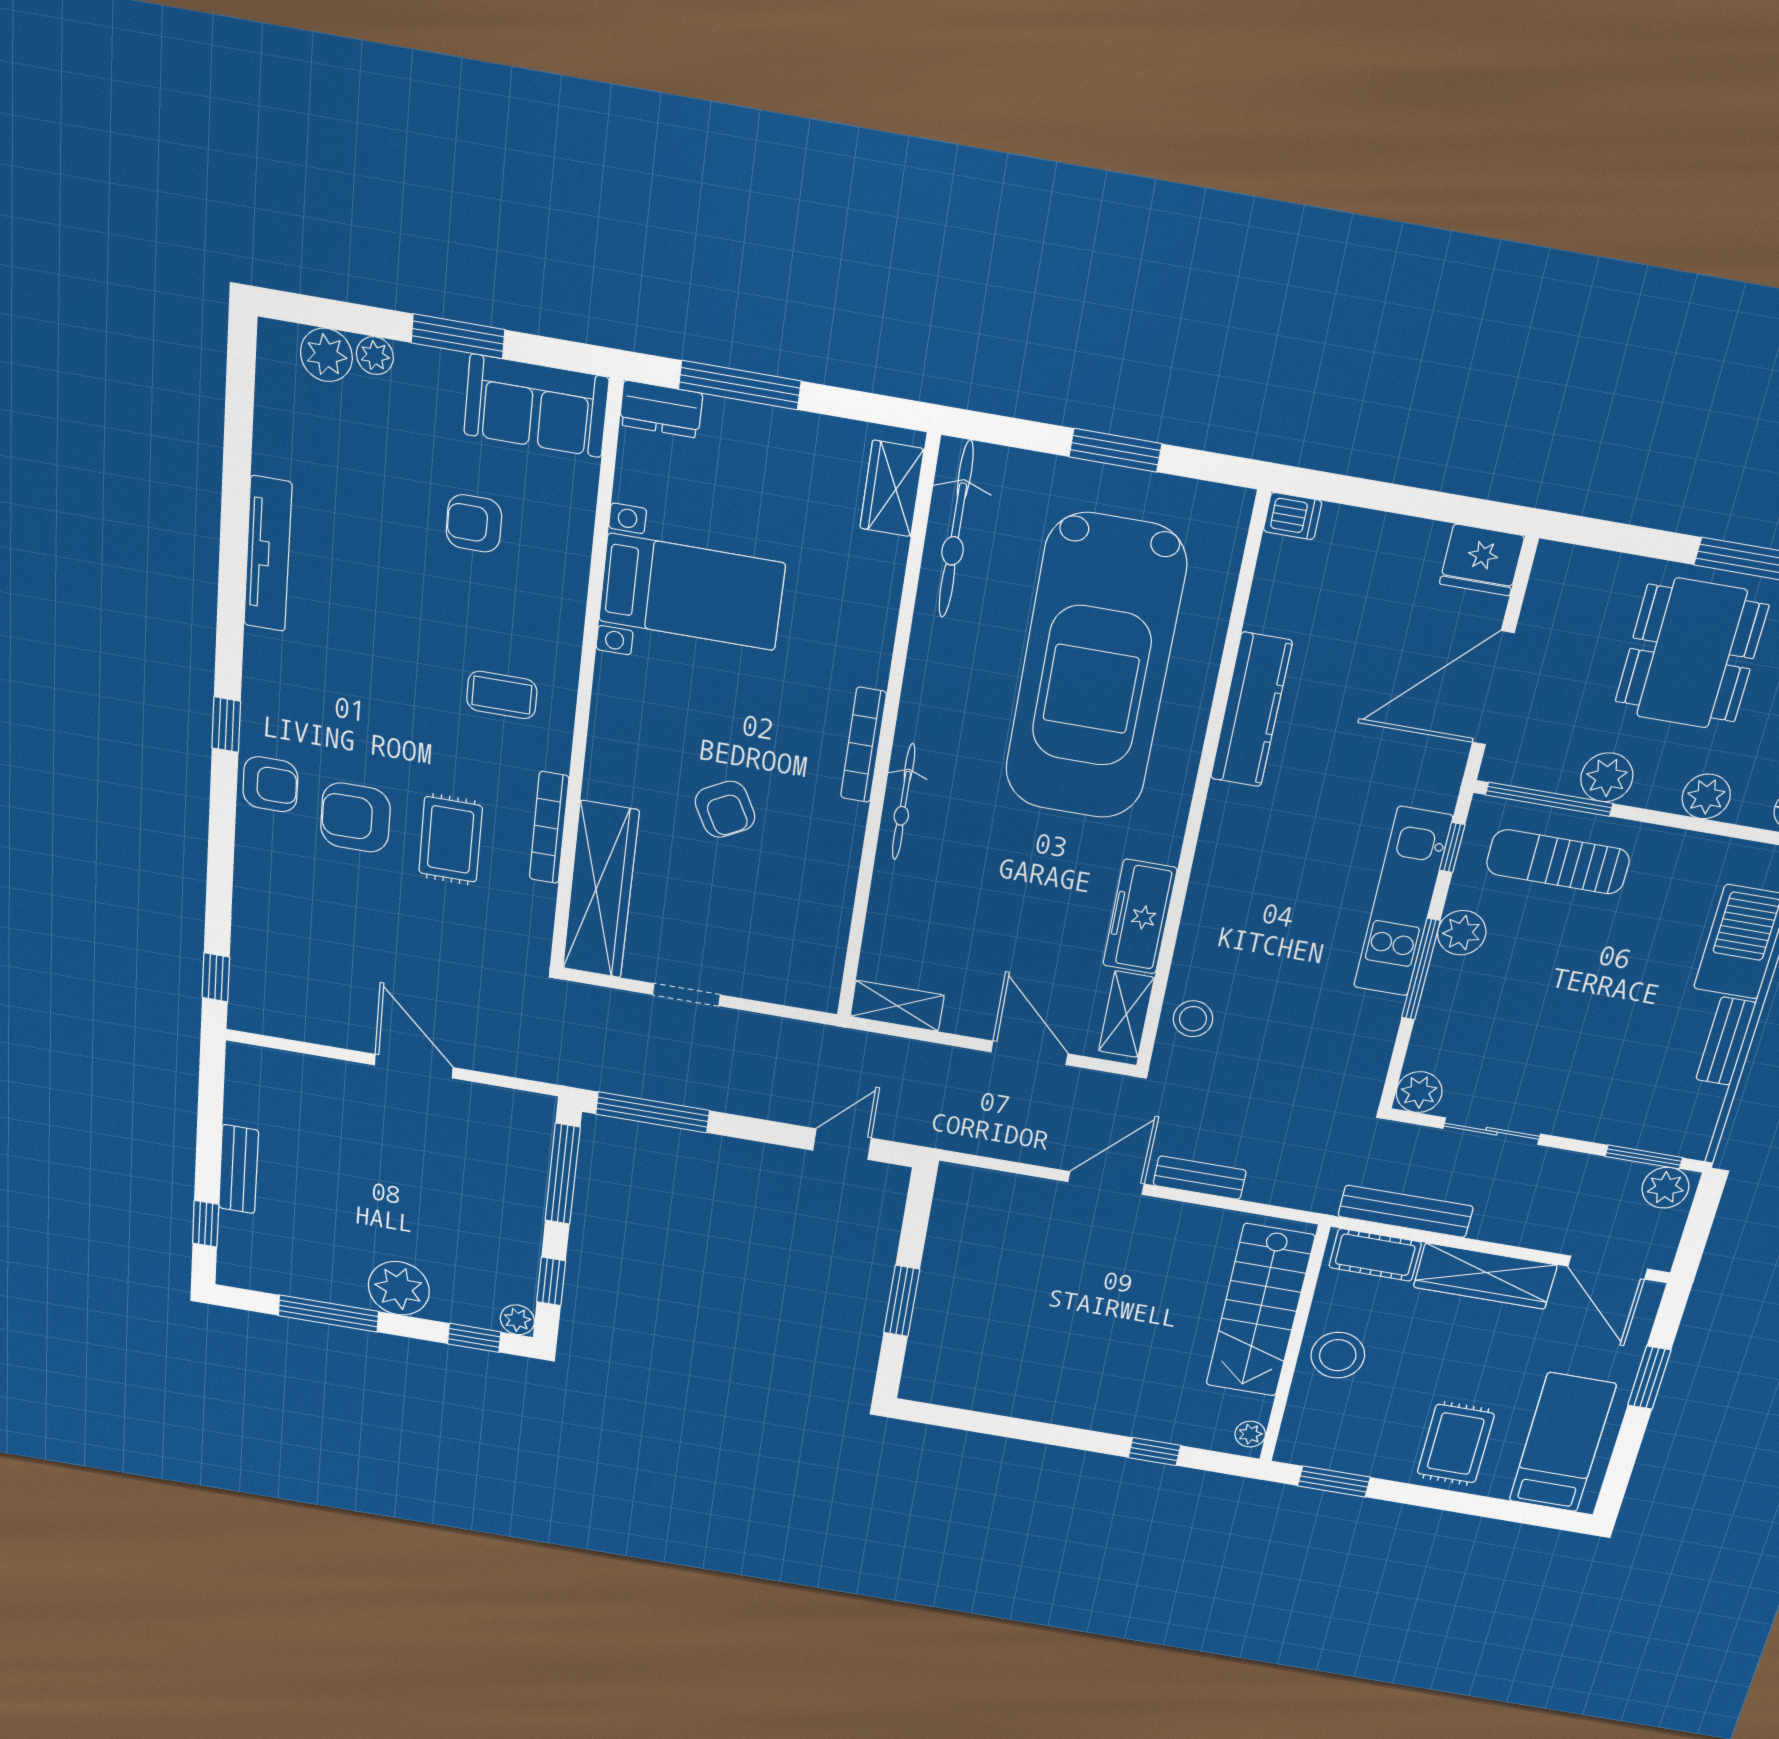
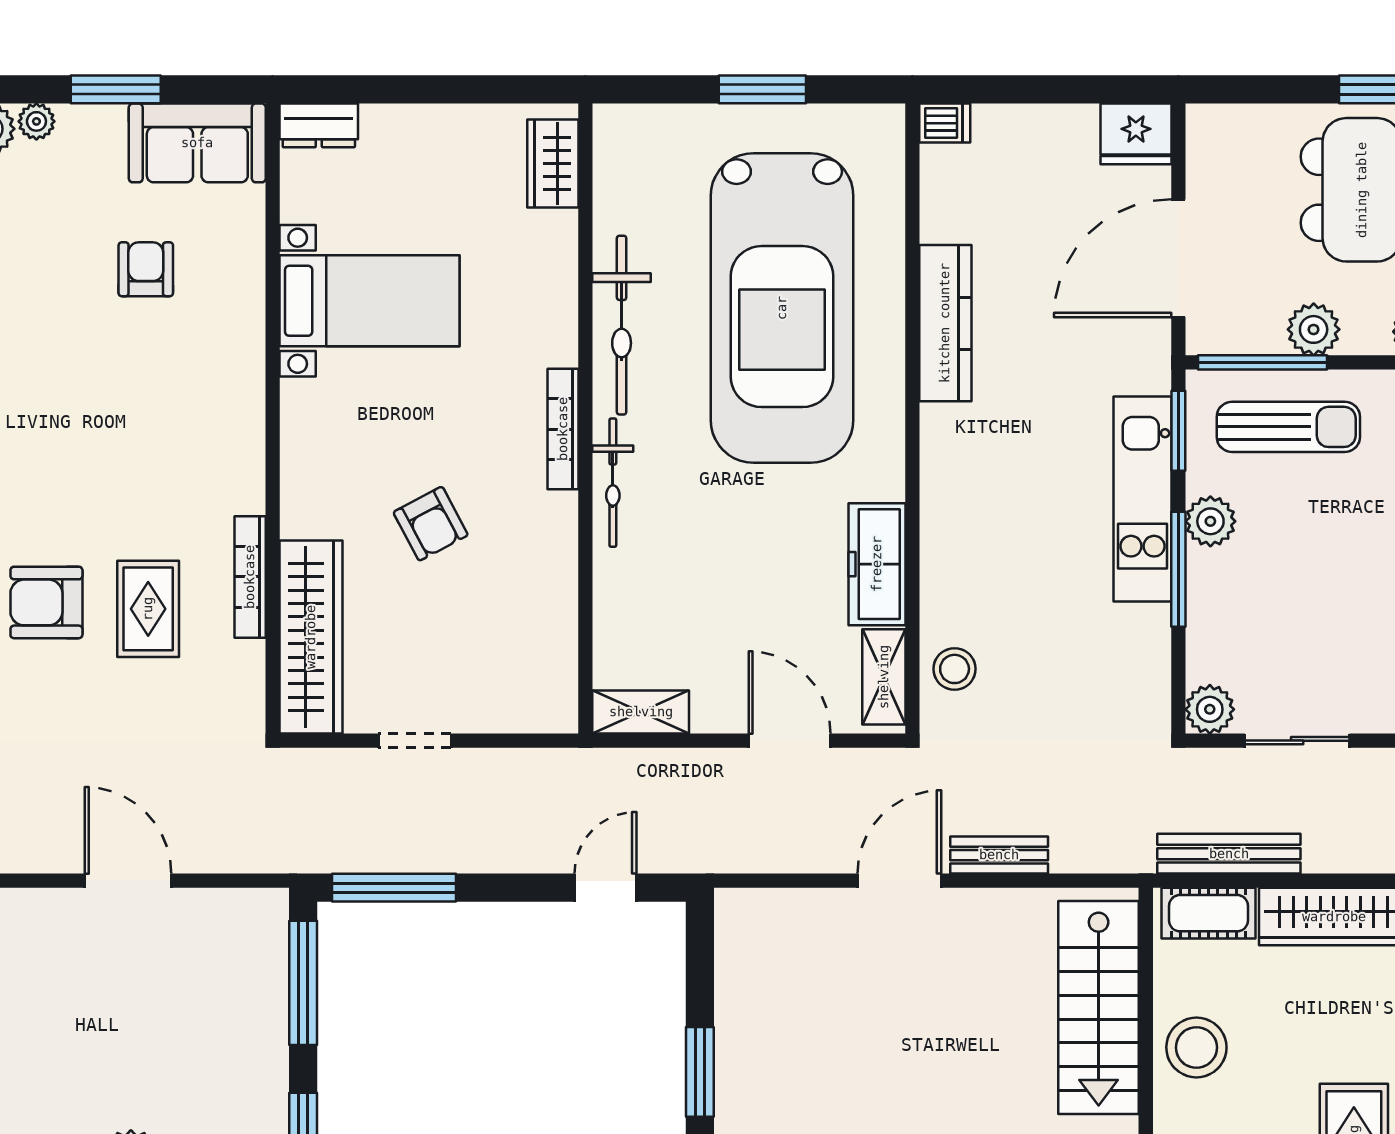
window: (740, 385) -> (392, 89), removed
armchair: (474, 523) -> (146, 269), turned 90
bicycle: (956, 530) -> (622, 325), moved
coffee table: (502, 695) -> (189, 442), removed
window: (1452, 847) -> (1178, 431), width x1.50
sun lounger: (1558, 862) -> (1288, 427), turned 180

